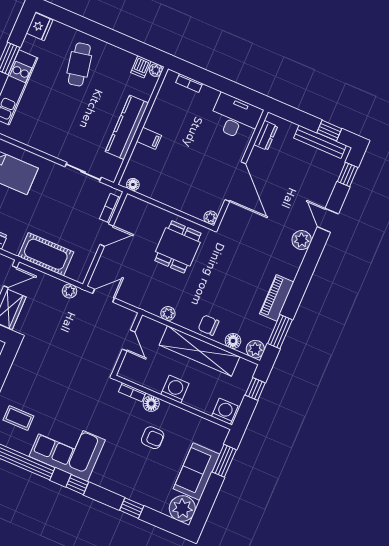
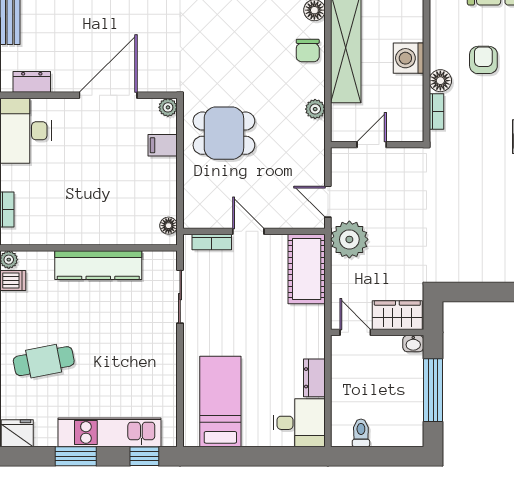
filing cabinet: (149, 138) -> (163, 145), moved, turned -90
cot: (46, 254) -> (307, 269), moved
plant: (70, 291) -> (349, 239), width x1.88, depth x1.88

